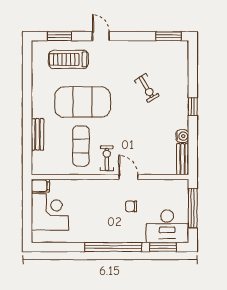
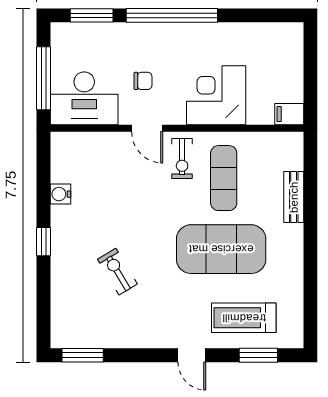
treadmill: (69, 59) -> (244, 318), turned 180
bench: (183, 159) -> (60, 157), removed
corner desk: (50, 212) -> (216, 95), moved, turned 90
desk: (167, 226) -> (84, 98), moved, turned 180

